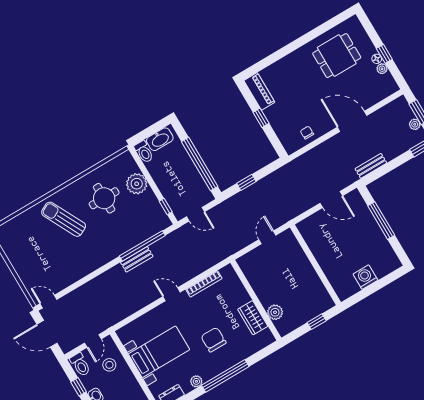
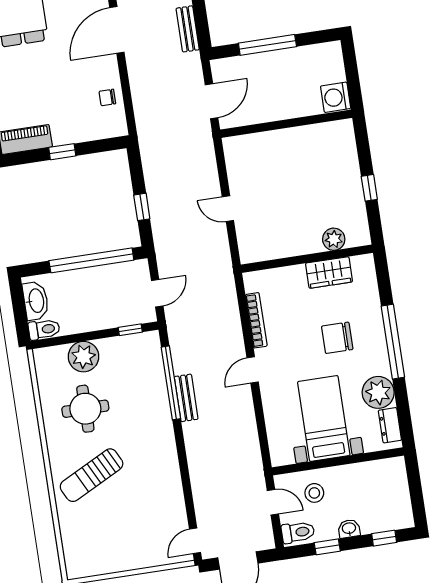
wall: (315, 265) -> (286, 124), moved
plant: (196, 381) -> (378, 392), width x1.87, depth x1.87

